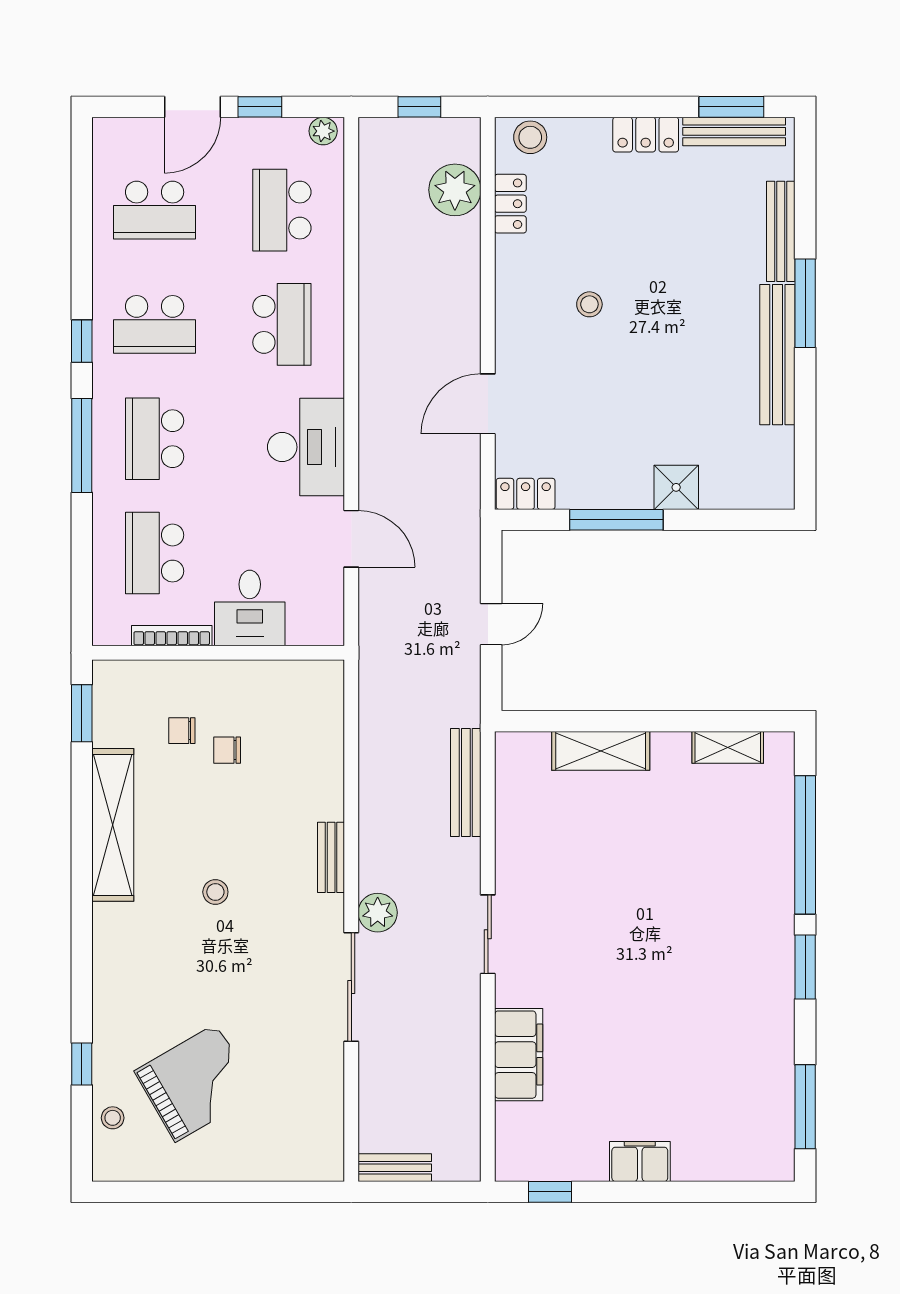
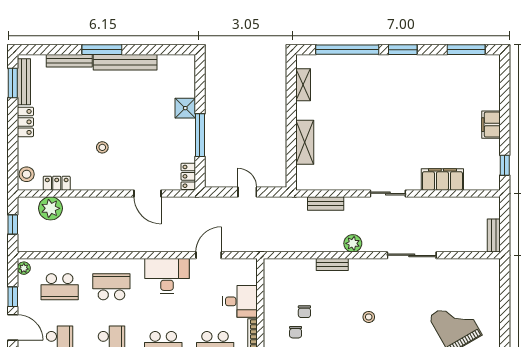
bench: (466, 783) -> (326, 203), width x0.73
bench: (331, 857) -> (332, 265), moved
plant: (378, 913) -> (353, 243), moved

